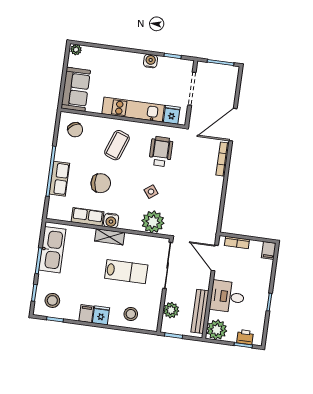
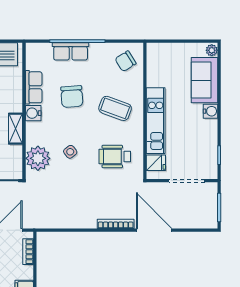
water cooler: (151, 61) -> (210, 111), moved
sofa: (76, 89) -> (205, 80), moved, turned 90
wheelchair: (161, 151) -> (115, 156), turned 180
shelving: (110, 237) -> (16, 129), moved

